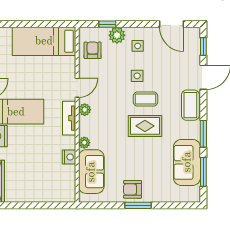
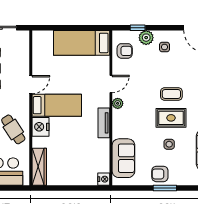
armchair: (93, 50) -> (125, 51), turned 90
side table: (137, 76) -> (169, 144), moved
tv unit: (69, 118) -> (104, 123), moved
plant: (84, 143) -> (117, 133), removed
nightstand: (69, 157) -> (104, 179), moved

